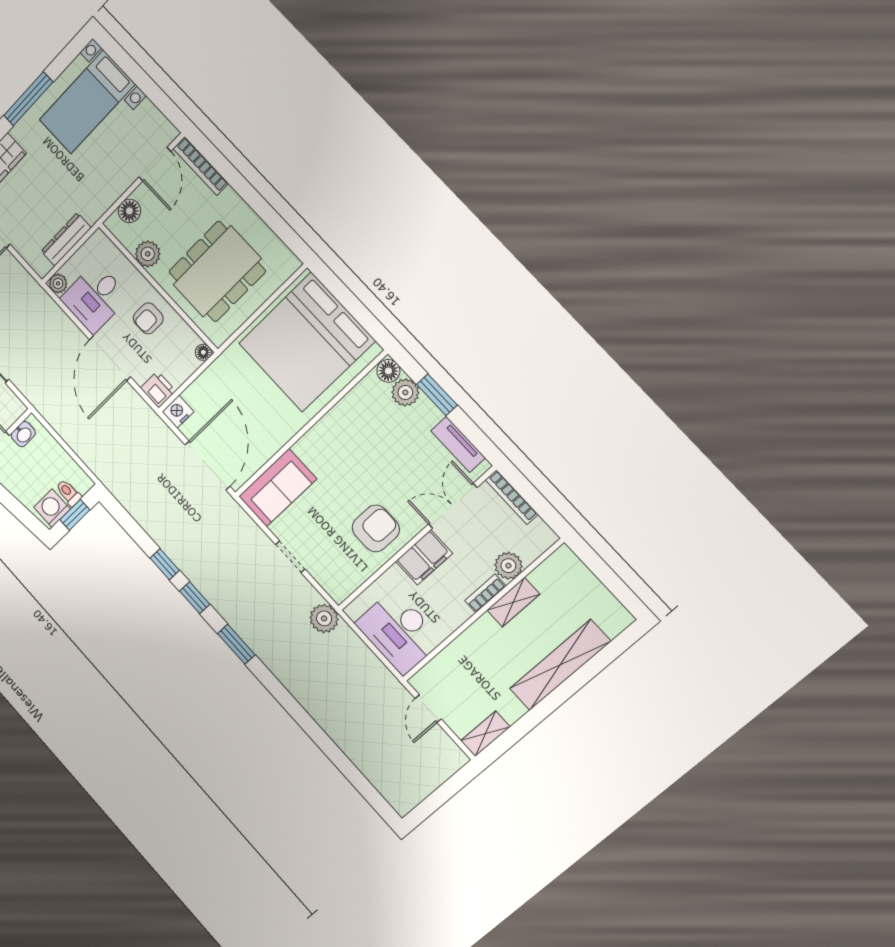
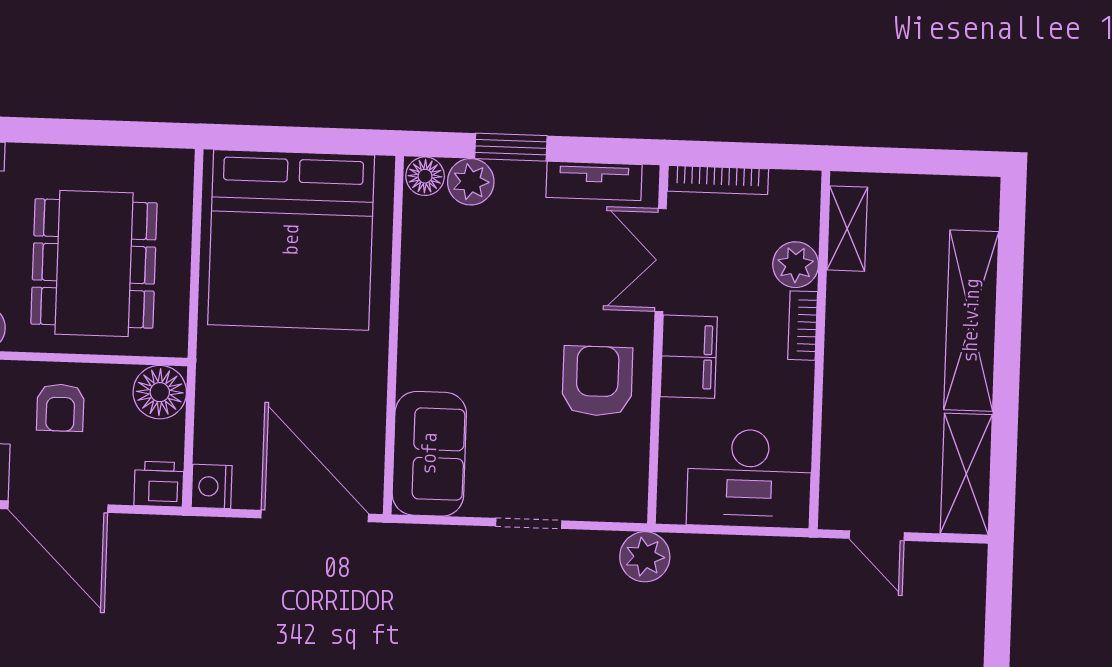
floor lamp: (203, 352) -> (160, 392), width x1.89, depth x1.89
shelving: (513, 602) -> (847, 229), moved
shelving: (485, 734) -> (966, 474), width x1.50, depth x1.33

